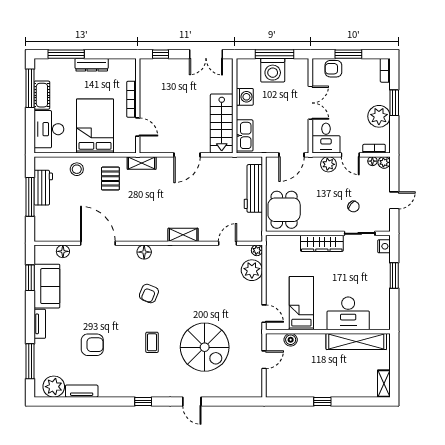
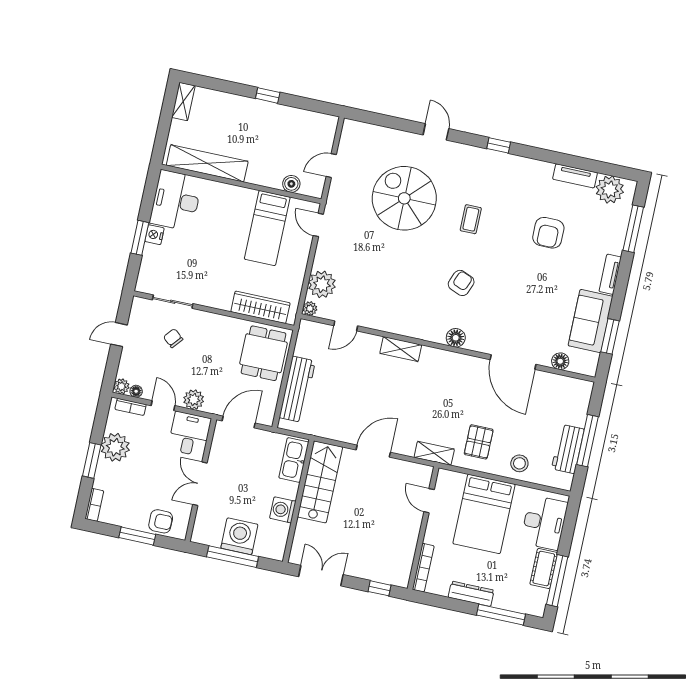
bookcase: (131, 99) -> (423, 568), moved
wardrobe: (322, 243) -> (260, 307), moved
nightstand: (384, 246) -> (154, 235), moved
desk: (348, 313) -> (176, 200), moved, turned -90
armchair: (92, 345) -> (548, 233), turned -90

